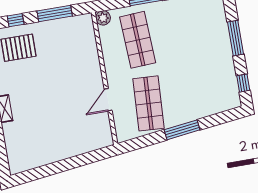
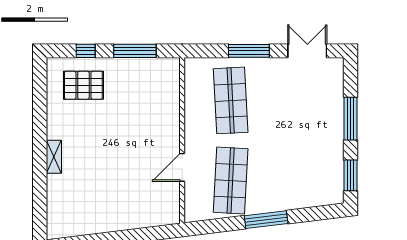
plant: (103, 18) -> (193, 66), removed
window: (243, 83) -> (351, 175), width x1.50

